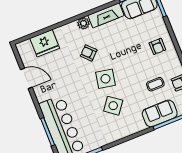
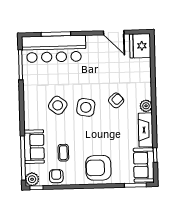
fridge: (45, 43) -> (140, 46), moved
armchair: (157, 46) -> (98, 168), width x1.88, depth x1.88
door: (26, 78) -> (114, 33), hinge flipped

